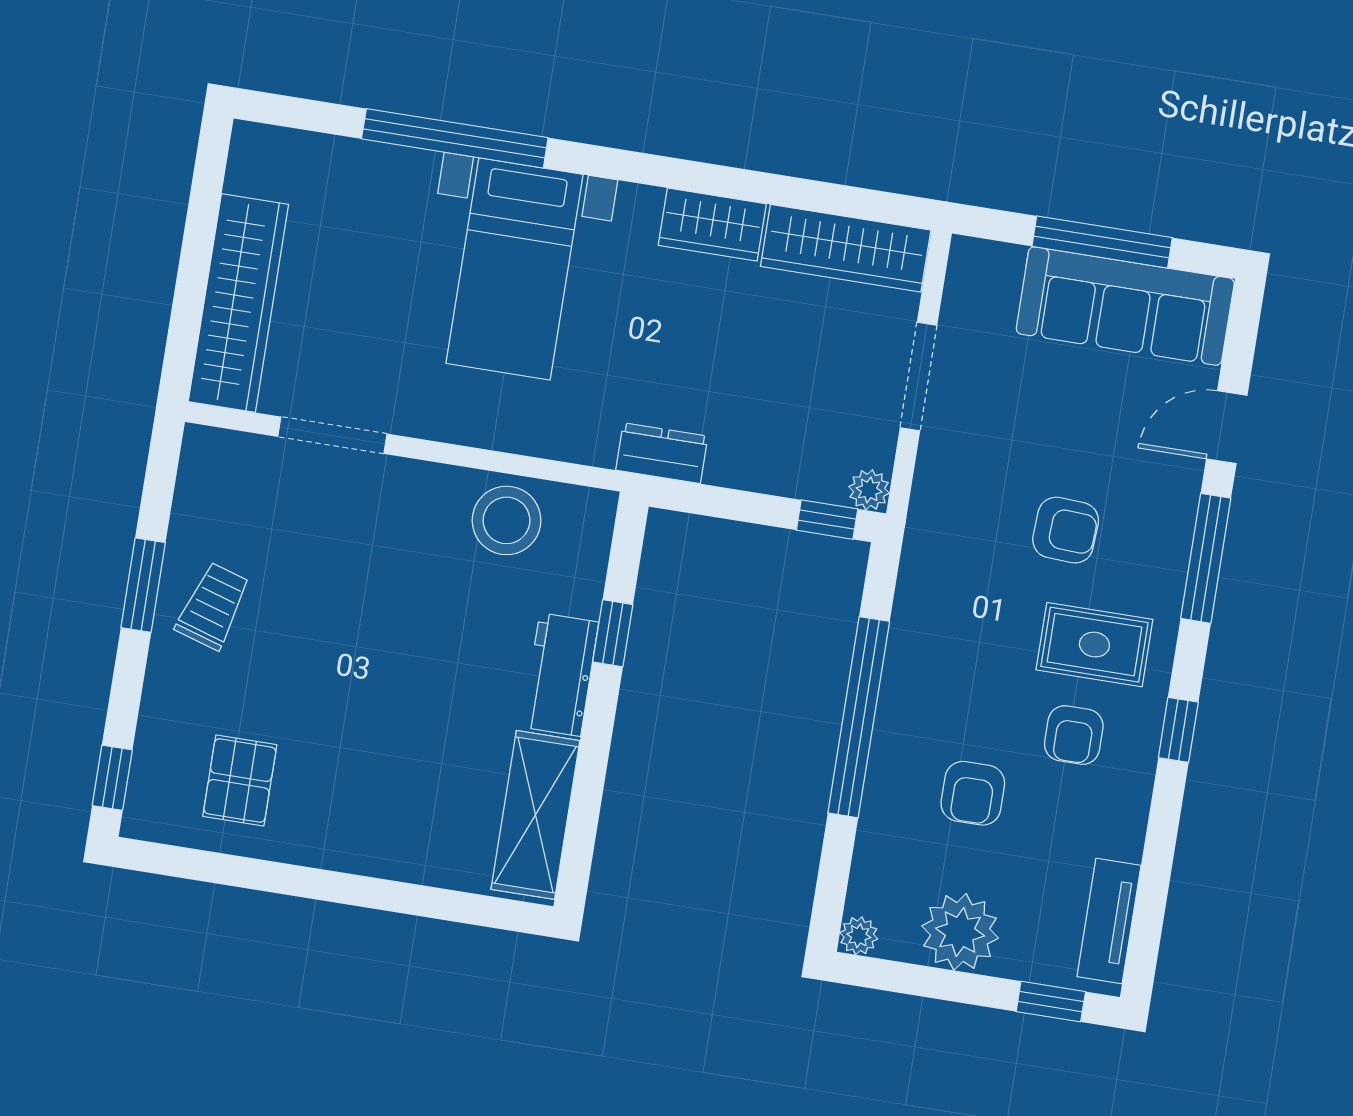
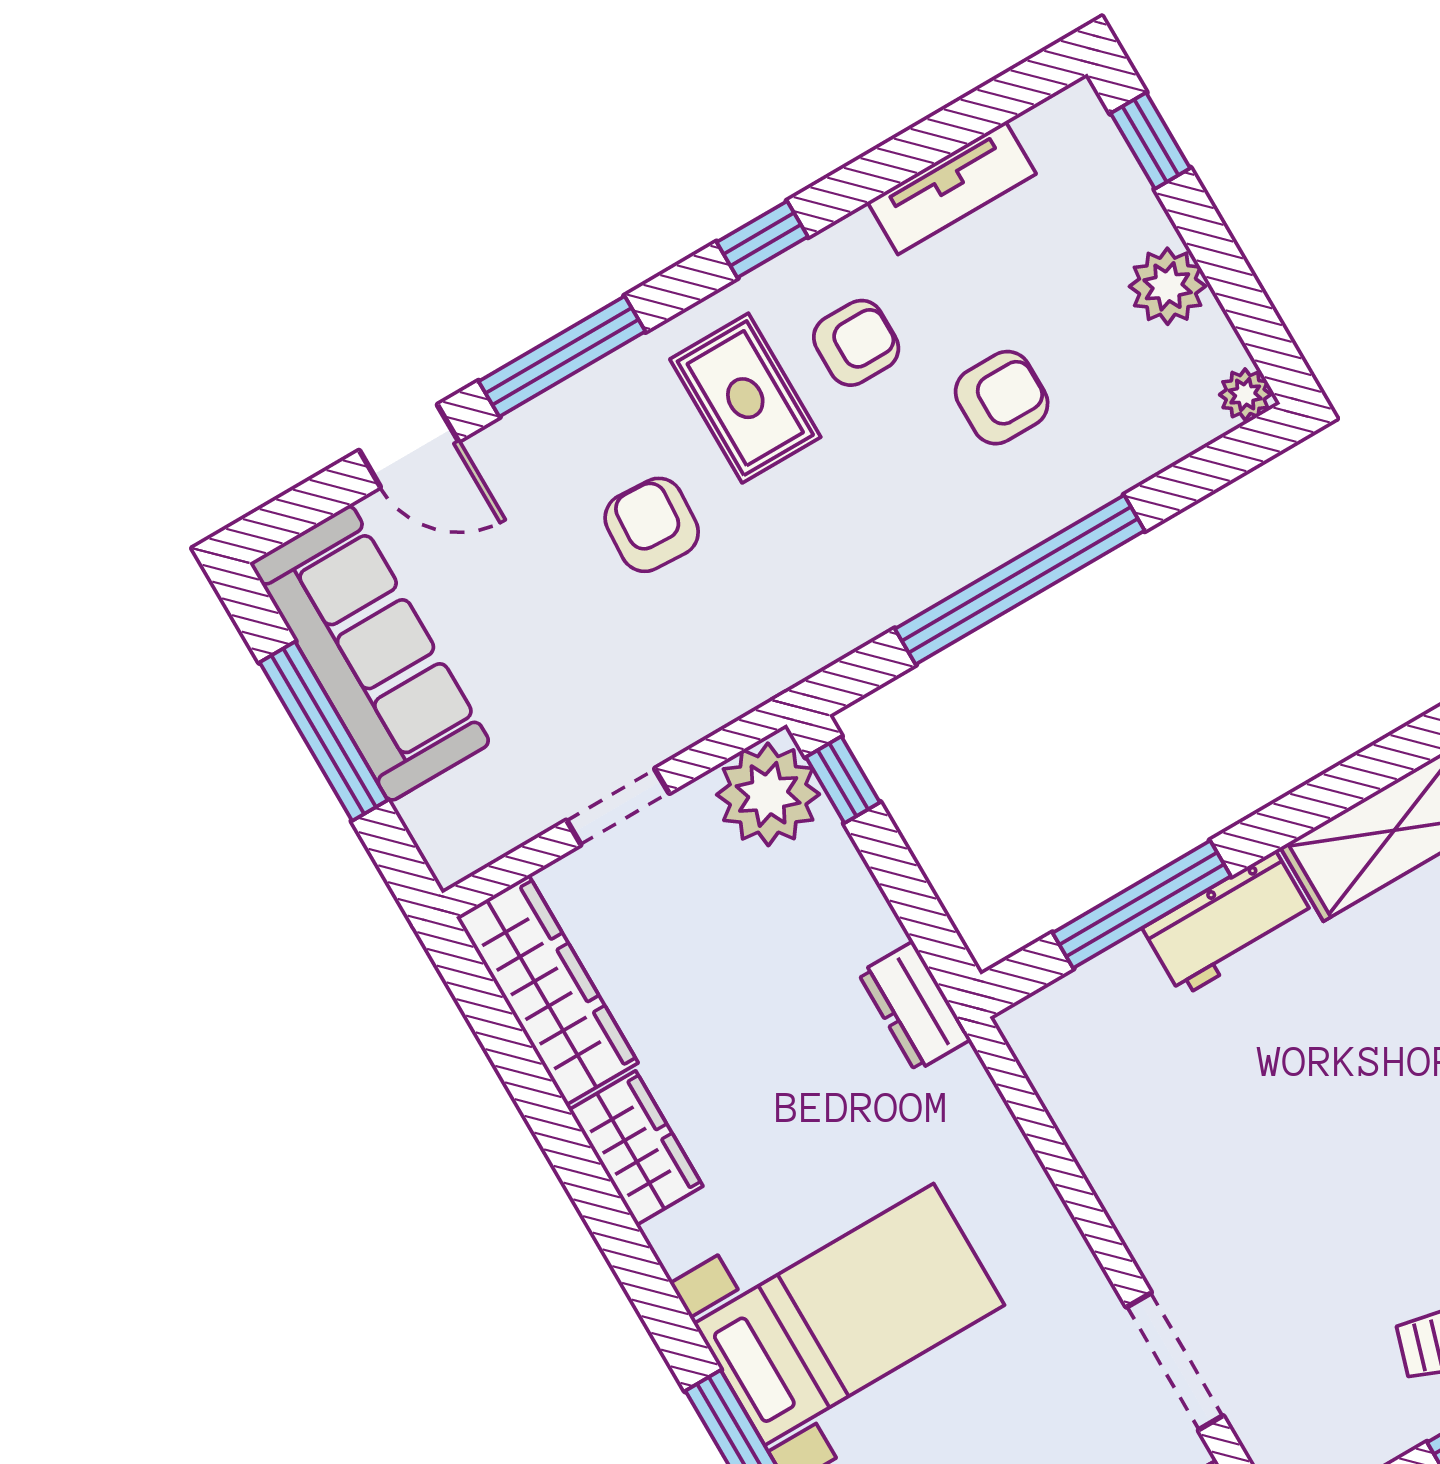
doorway: (918, 376) -> (618, 807), width x0.73
plant: (869, 490) -> (768, 794), width x1.88, depth x1.88
stool: (506, 520) -> (1115, 1110), removed
window: (613, 633) -> (1142, 904), width x2.17
tv unit: (1109, 921) -> (952, 188), moved
plant: (960, 932) -> (1168, 286), width x0.73, depth x0.73

